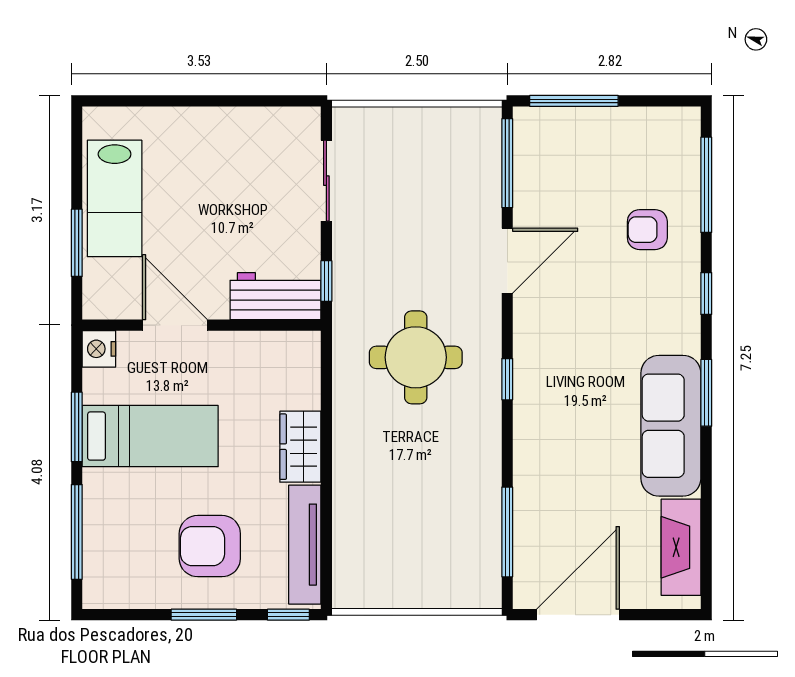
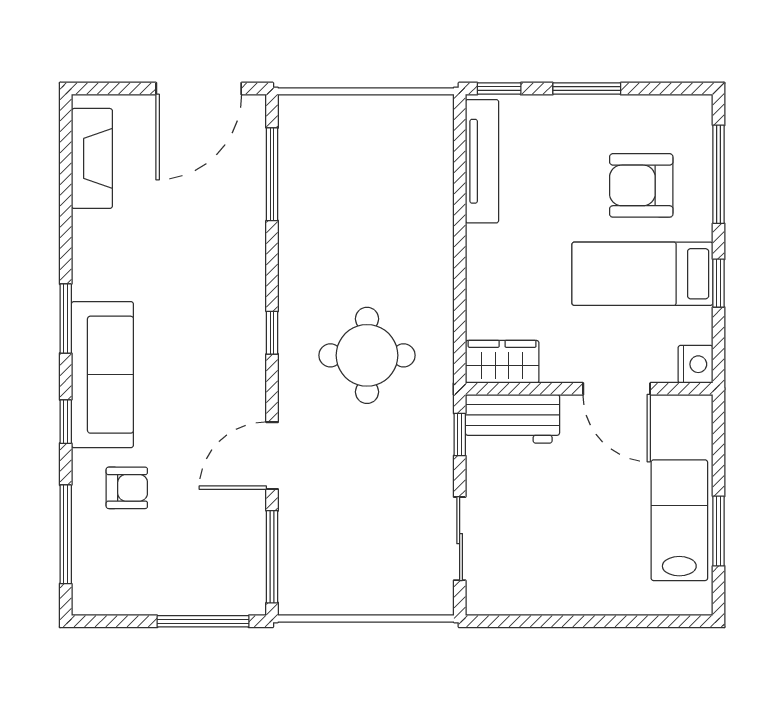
window: (77, 243) -> (719, 531), moved
sofa: (671, 426) -> (102, 375), moved
window: (77, 427) -> (719, 283), width x0.67
wardrobe: (300, 447) -> (502, 362), moved, turned -90
armchair: (210, 546) -> (641, 185), moved, turned 180

